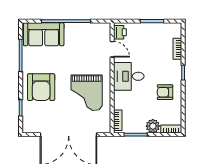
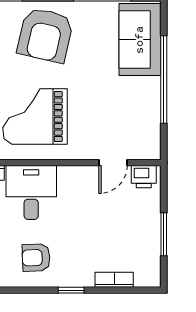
desk: (129, 76) -> (31, 193), moved
armchair: (41, 87) -> (45, 35), turned -77
armchair: (165, 92) -> (36, 258), turned -92

